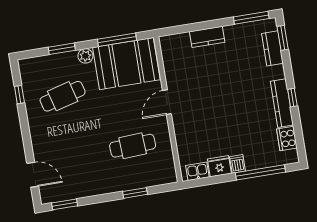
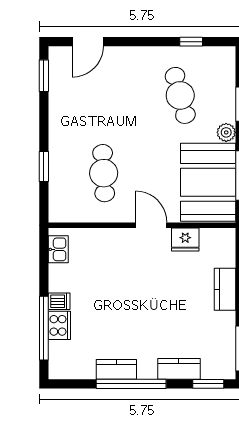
kitchen counter: (272, 48) -> (179, 369), moved
window: (292, 98) -> (131, 384), width x3.17
kitchen counter: (282, 103) -> (116, 369), width x0.67
cooker: (287, 139) -> (59, 325), moved, turned 90
fridge: (219, 166) -> (185, 240), moved, turned 90

